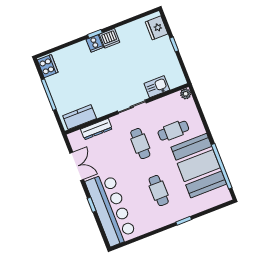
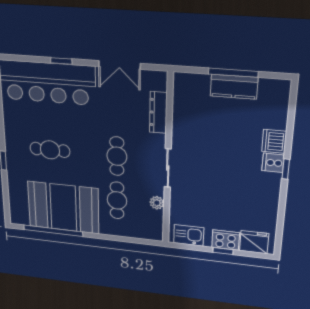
dishwasher: (110, 38) -> (274, 141), moved
cooker: (48, 66) -> (226, 240), moved, turned 180
kitchen sink: (157, 87) -> (189, 235), moved, turned -90
plant: (186, 94) -> (157, 203), moved
kitchen counter: (80, 117) -> (234, 87), moved, turned 90
cafe table: (140, 144) -> (117, 156), turned 90

